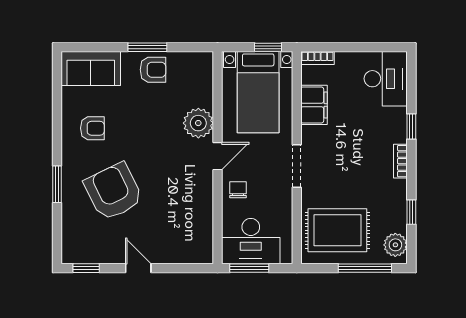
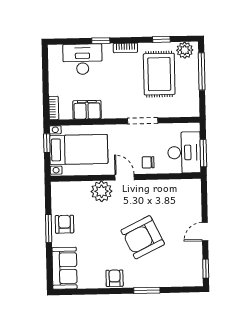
desk: (386, 79) -> (83, 59), moved
armchair: (92, 128) -> (115, 278), moved
doorway: (297, 166) -> (143, 121), moved
armchair: (113, 192) -> (143, 237), moved
rug: (337, 230) -> (159, 74), moved

